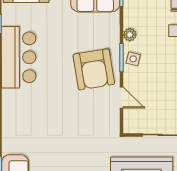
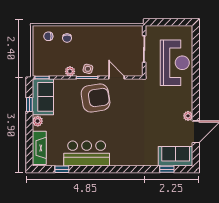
door: (122, 98) -> (116, 78), hinge flipped

